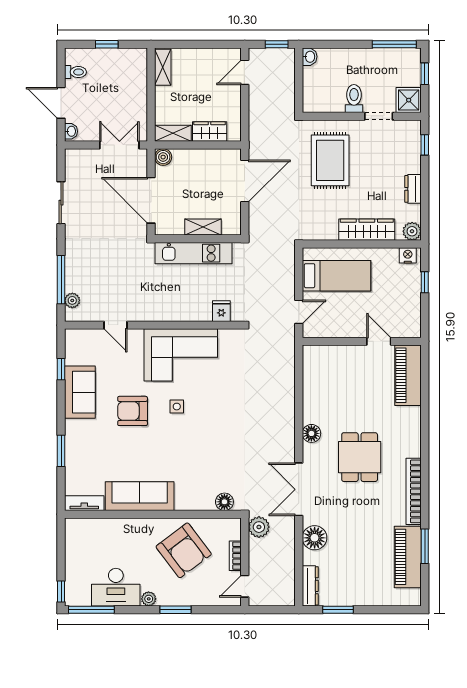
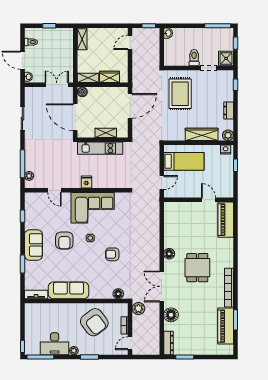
fridge: (221, 311) -> (86, 182), moved
sofa: (80, 392) -> (34, 245), moved
armchair: (133, 411) -> (64, 241), turned -90
armchair: (214, 434) -> (112, 254), added

